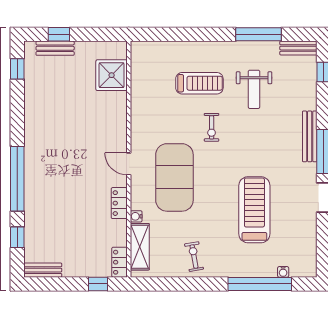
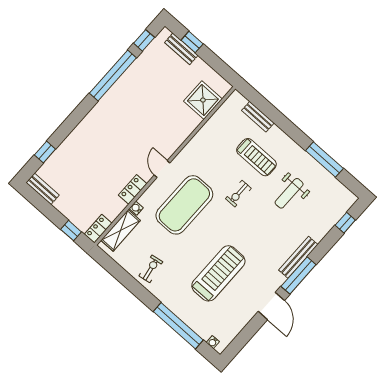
bench: (298, 48) -> (258, 117), moved
window: (17, 179) -> (113, 76), moved
water cooler: (283, 272) -> (213, 342), moved

